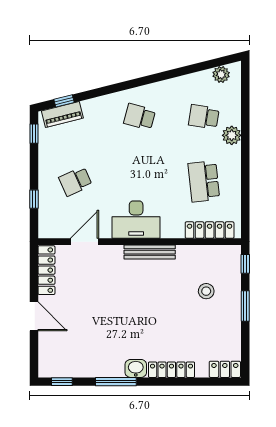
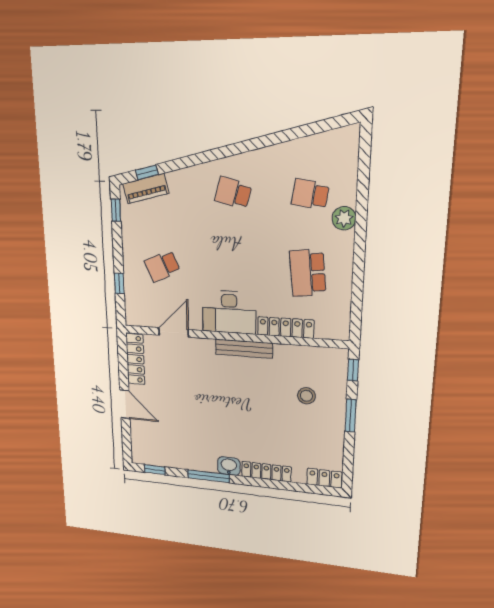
plant: (221, 74) -> (334, 140), removed
locker: (210, 230) -> (286, 327), moved

